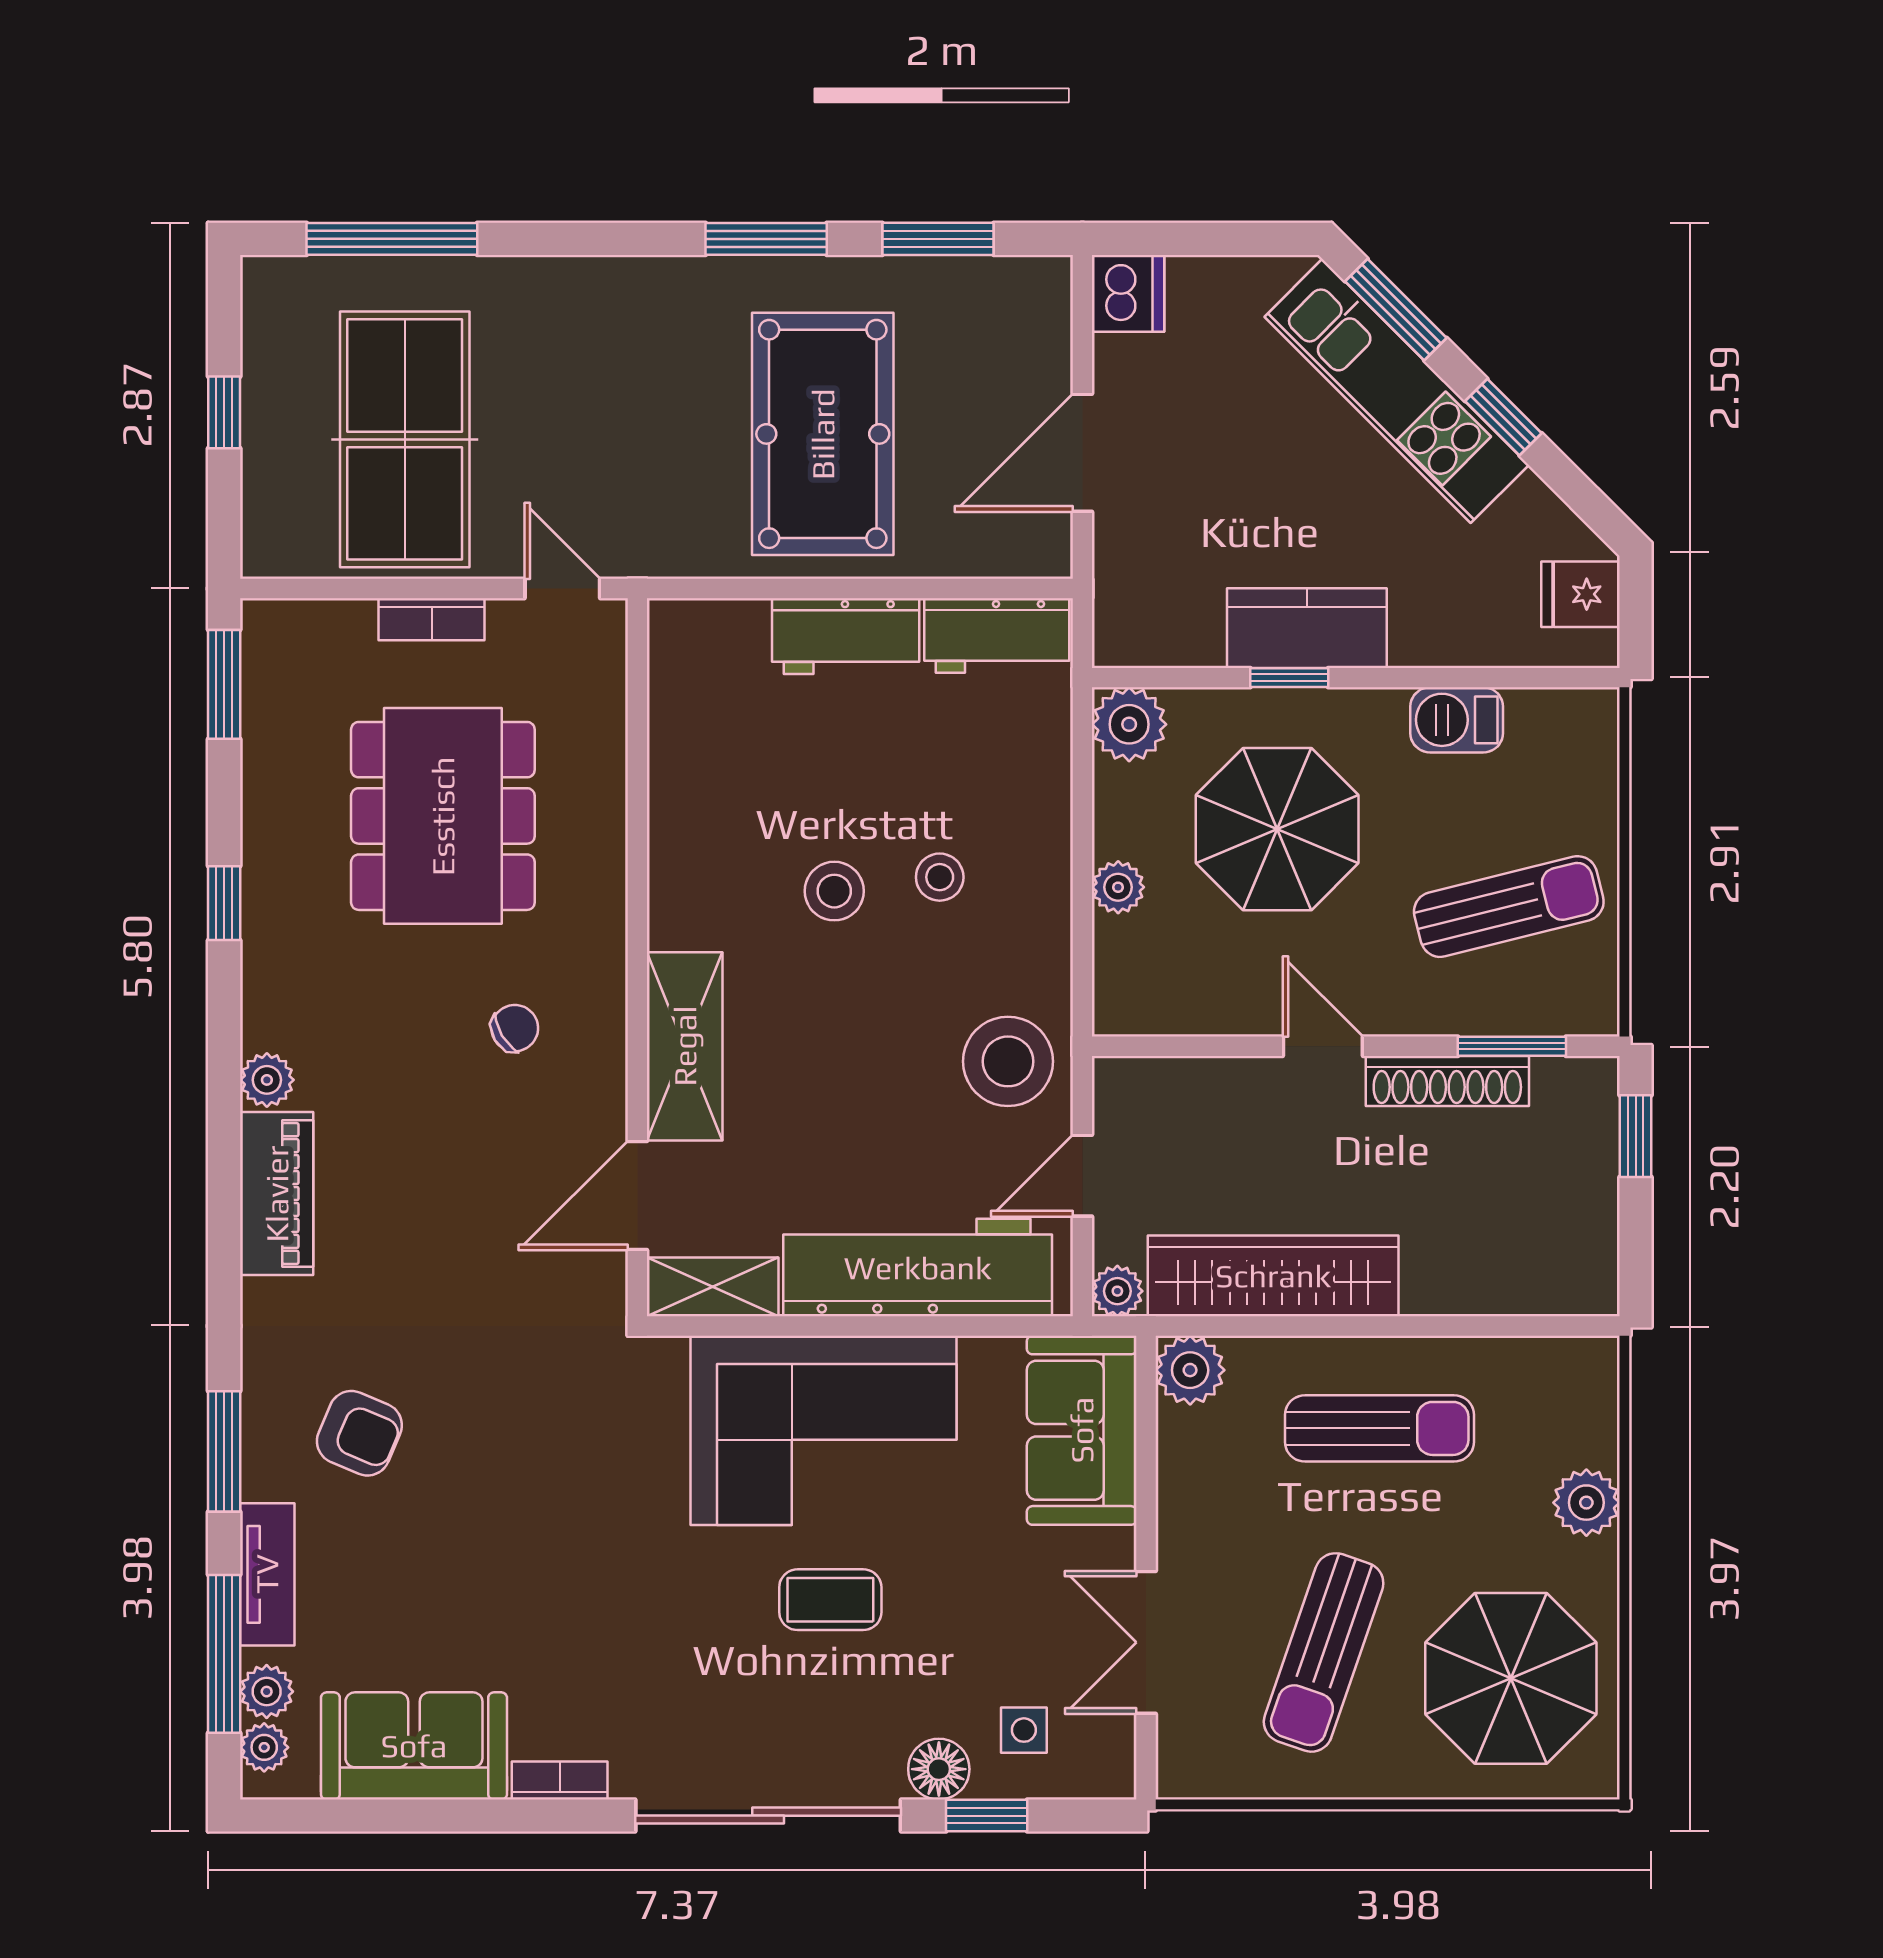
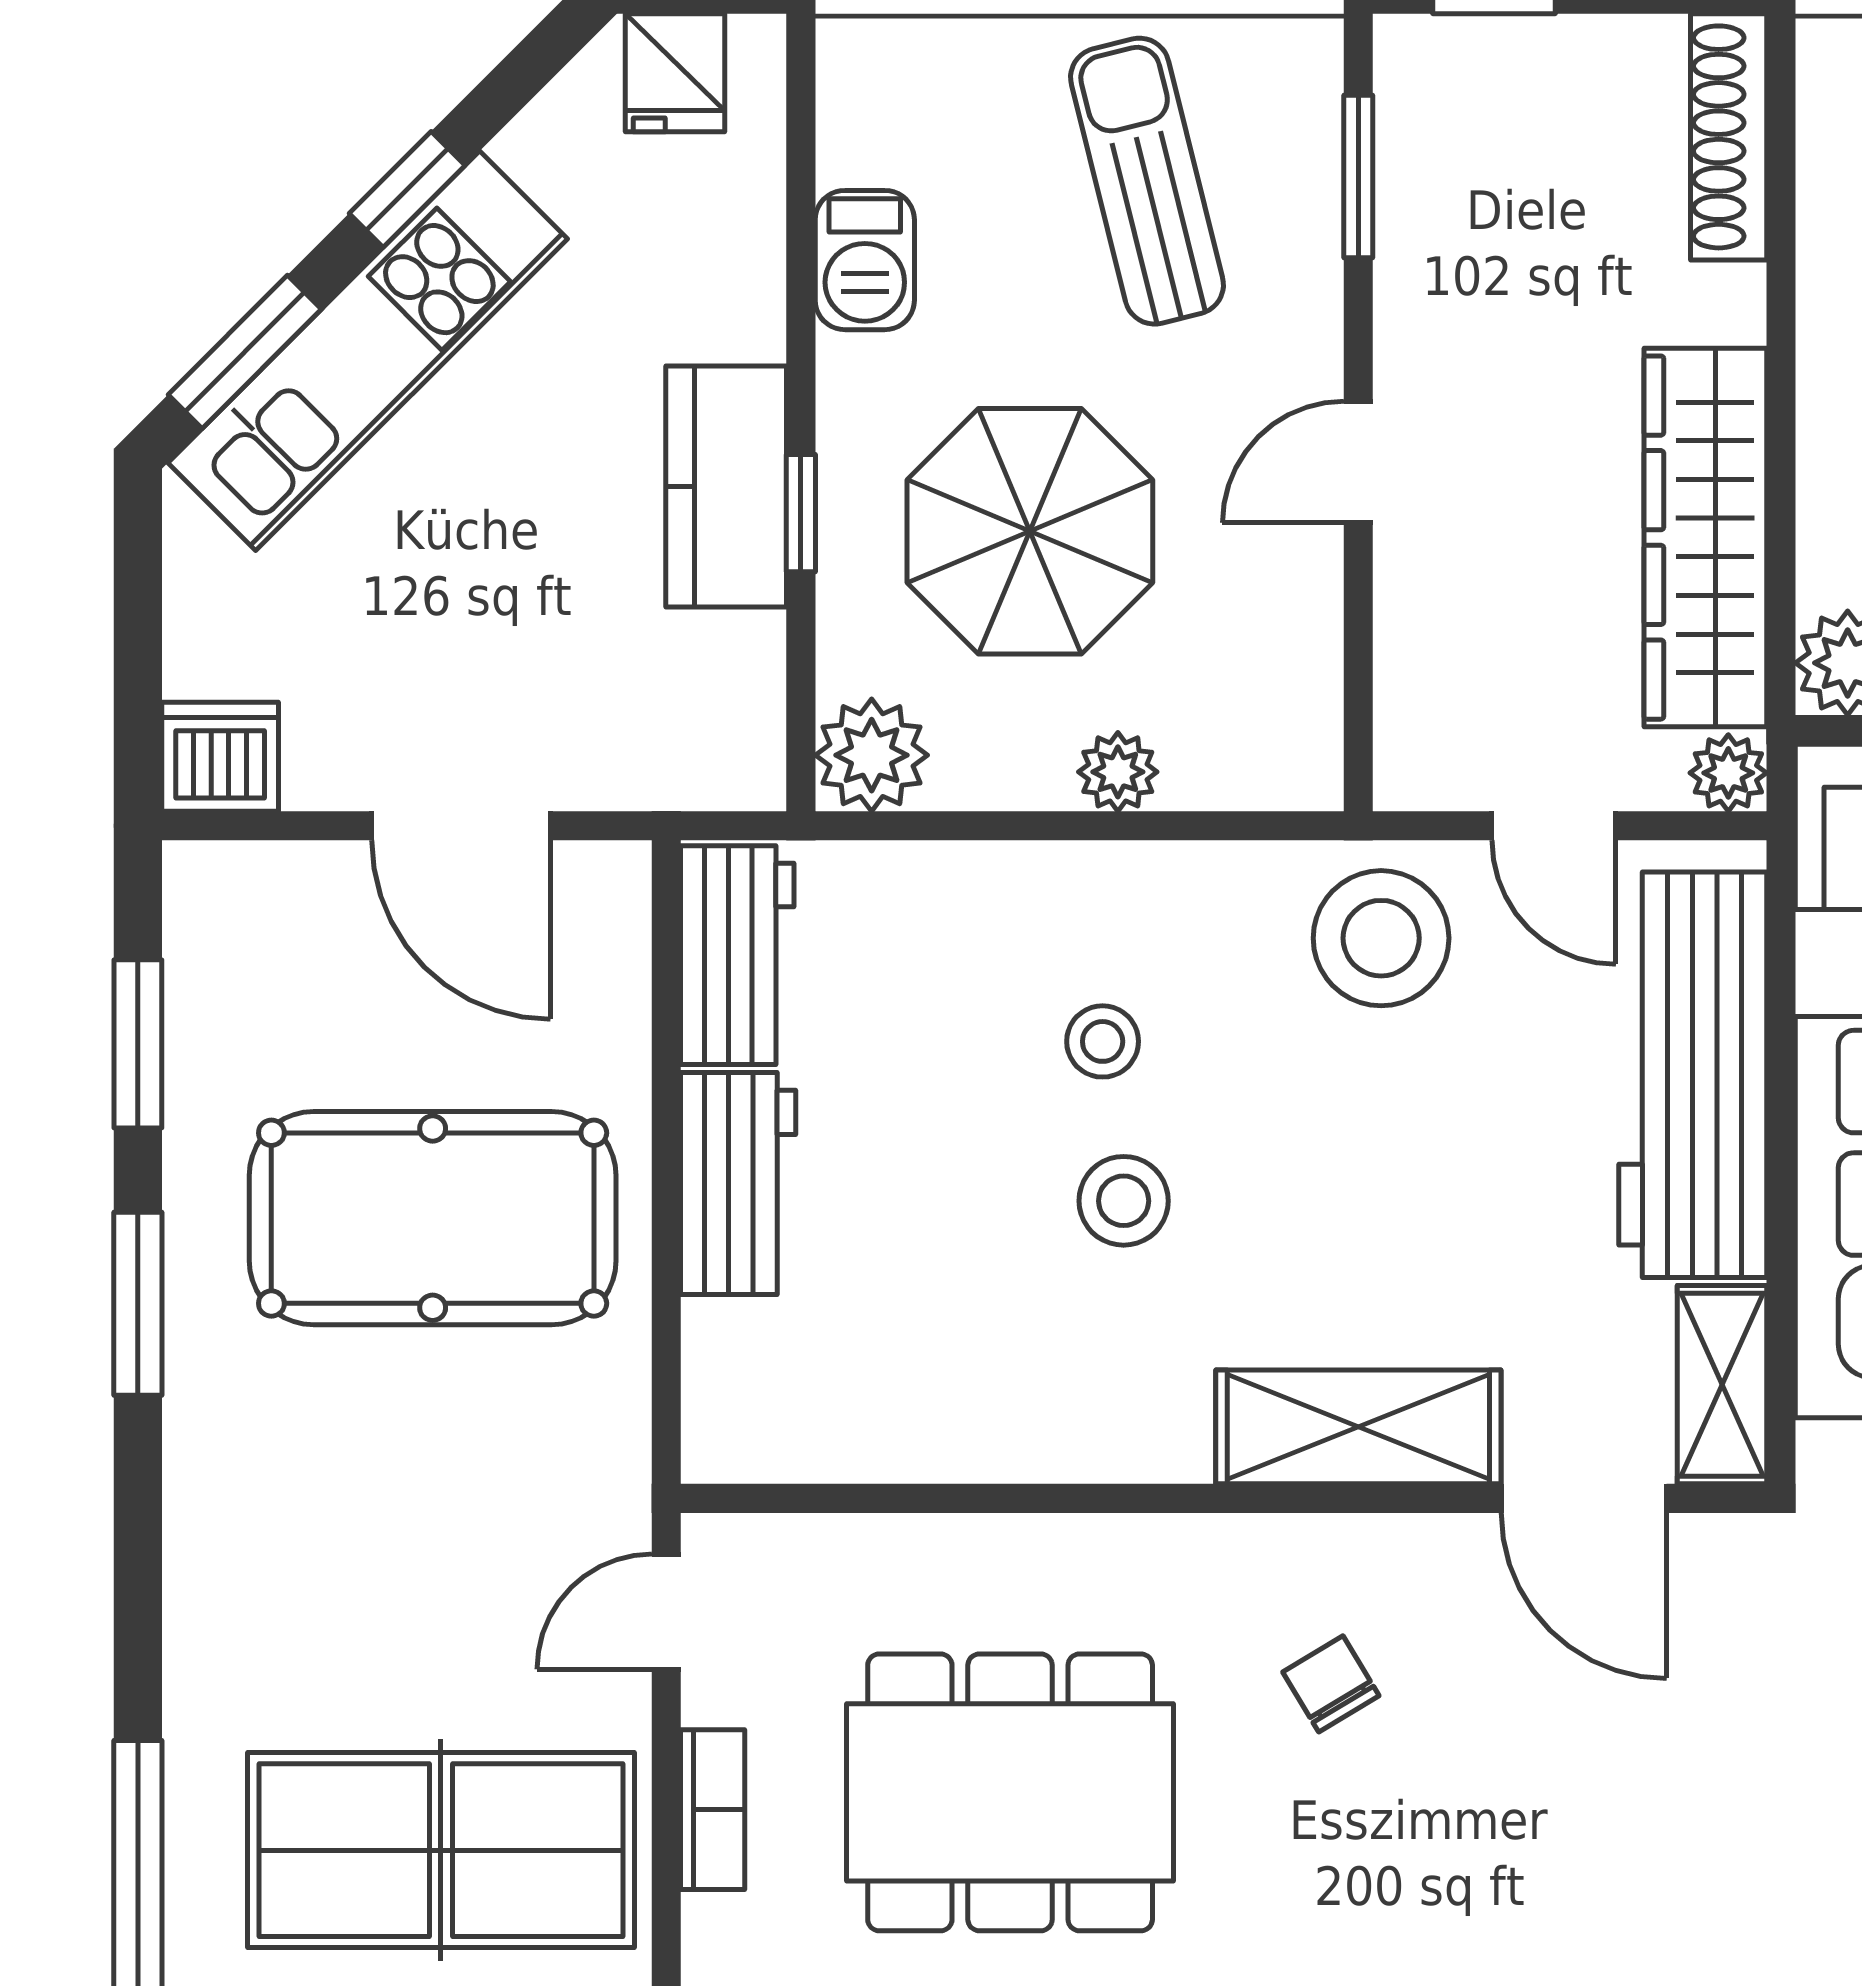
shoe rack: (1447, 1081) -> (1729, 137), moved, turned 180

